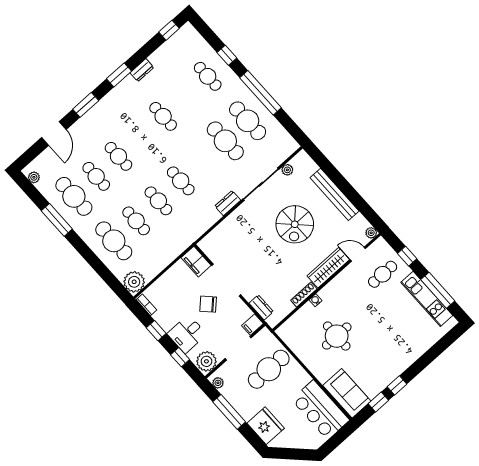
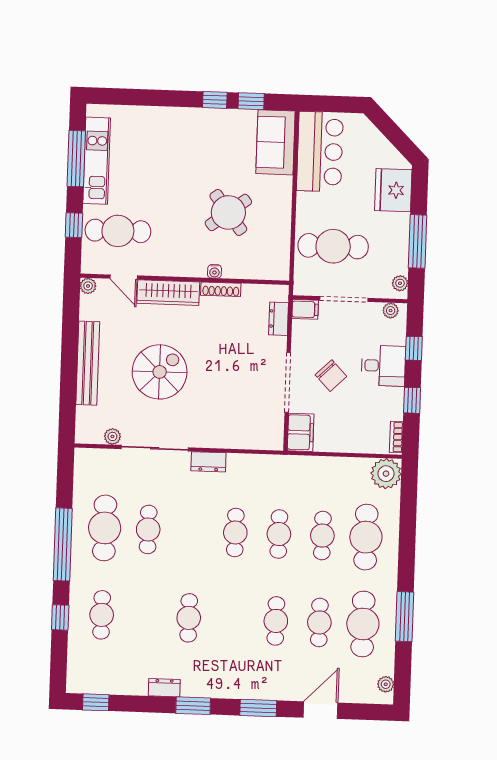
cafe table: (225, 141) -> (148, 529), width x0.73, depth x0.74
cafe table: (383, 274) -> (118, 231), width x1.37, depth x1.35
round table: (337, 336) -> (228, 212), turned -37
plant: (206, 361) -> (391, 311), width x0.53, depth x0.53

